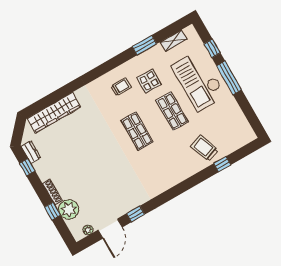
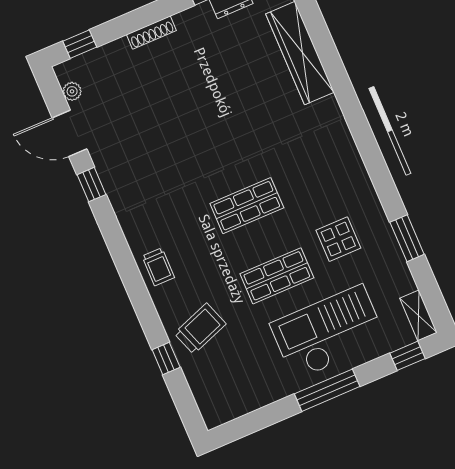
shelving: (174, 41) -> (418, 315), moved
window: (212, 48) -> (407, 356), moved
trolley: (121, 87) -> (158, 267), moved
plant: (69, 209) -> (115, 60), removed
window: (53, 211) -> (80, 44), moved

